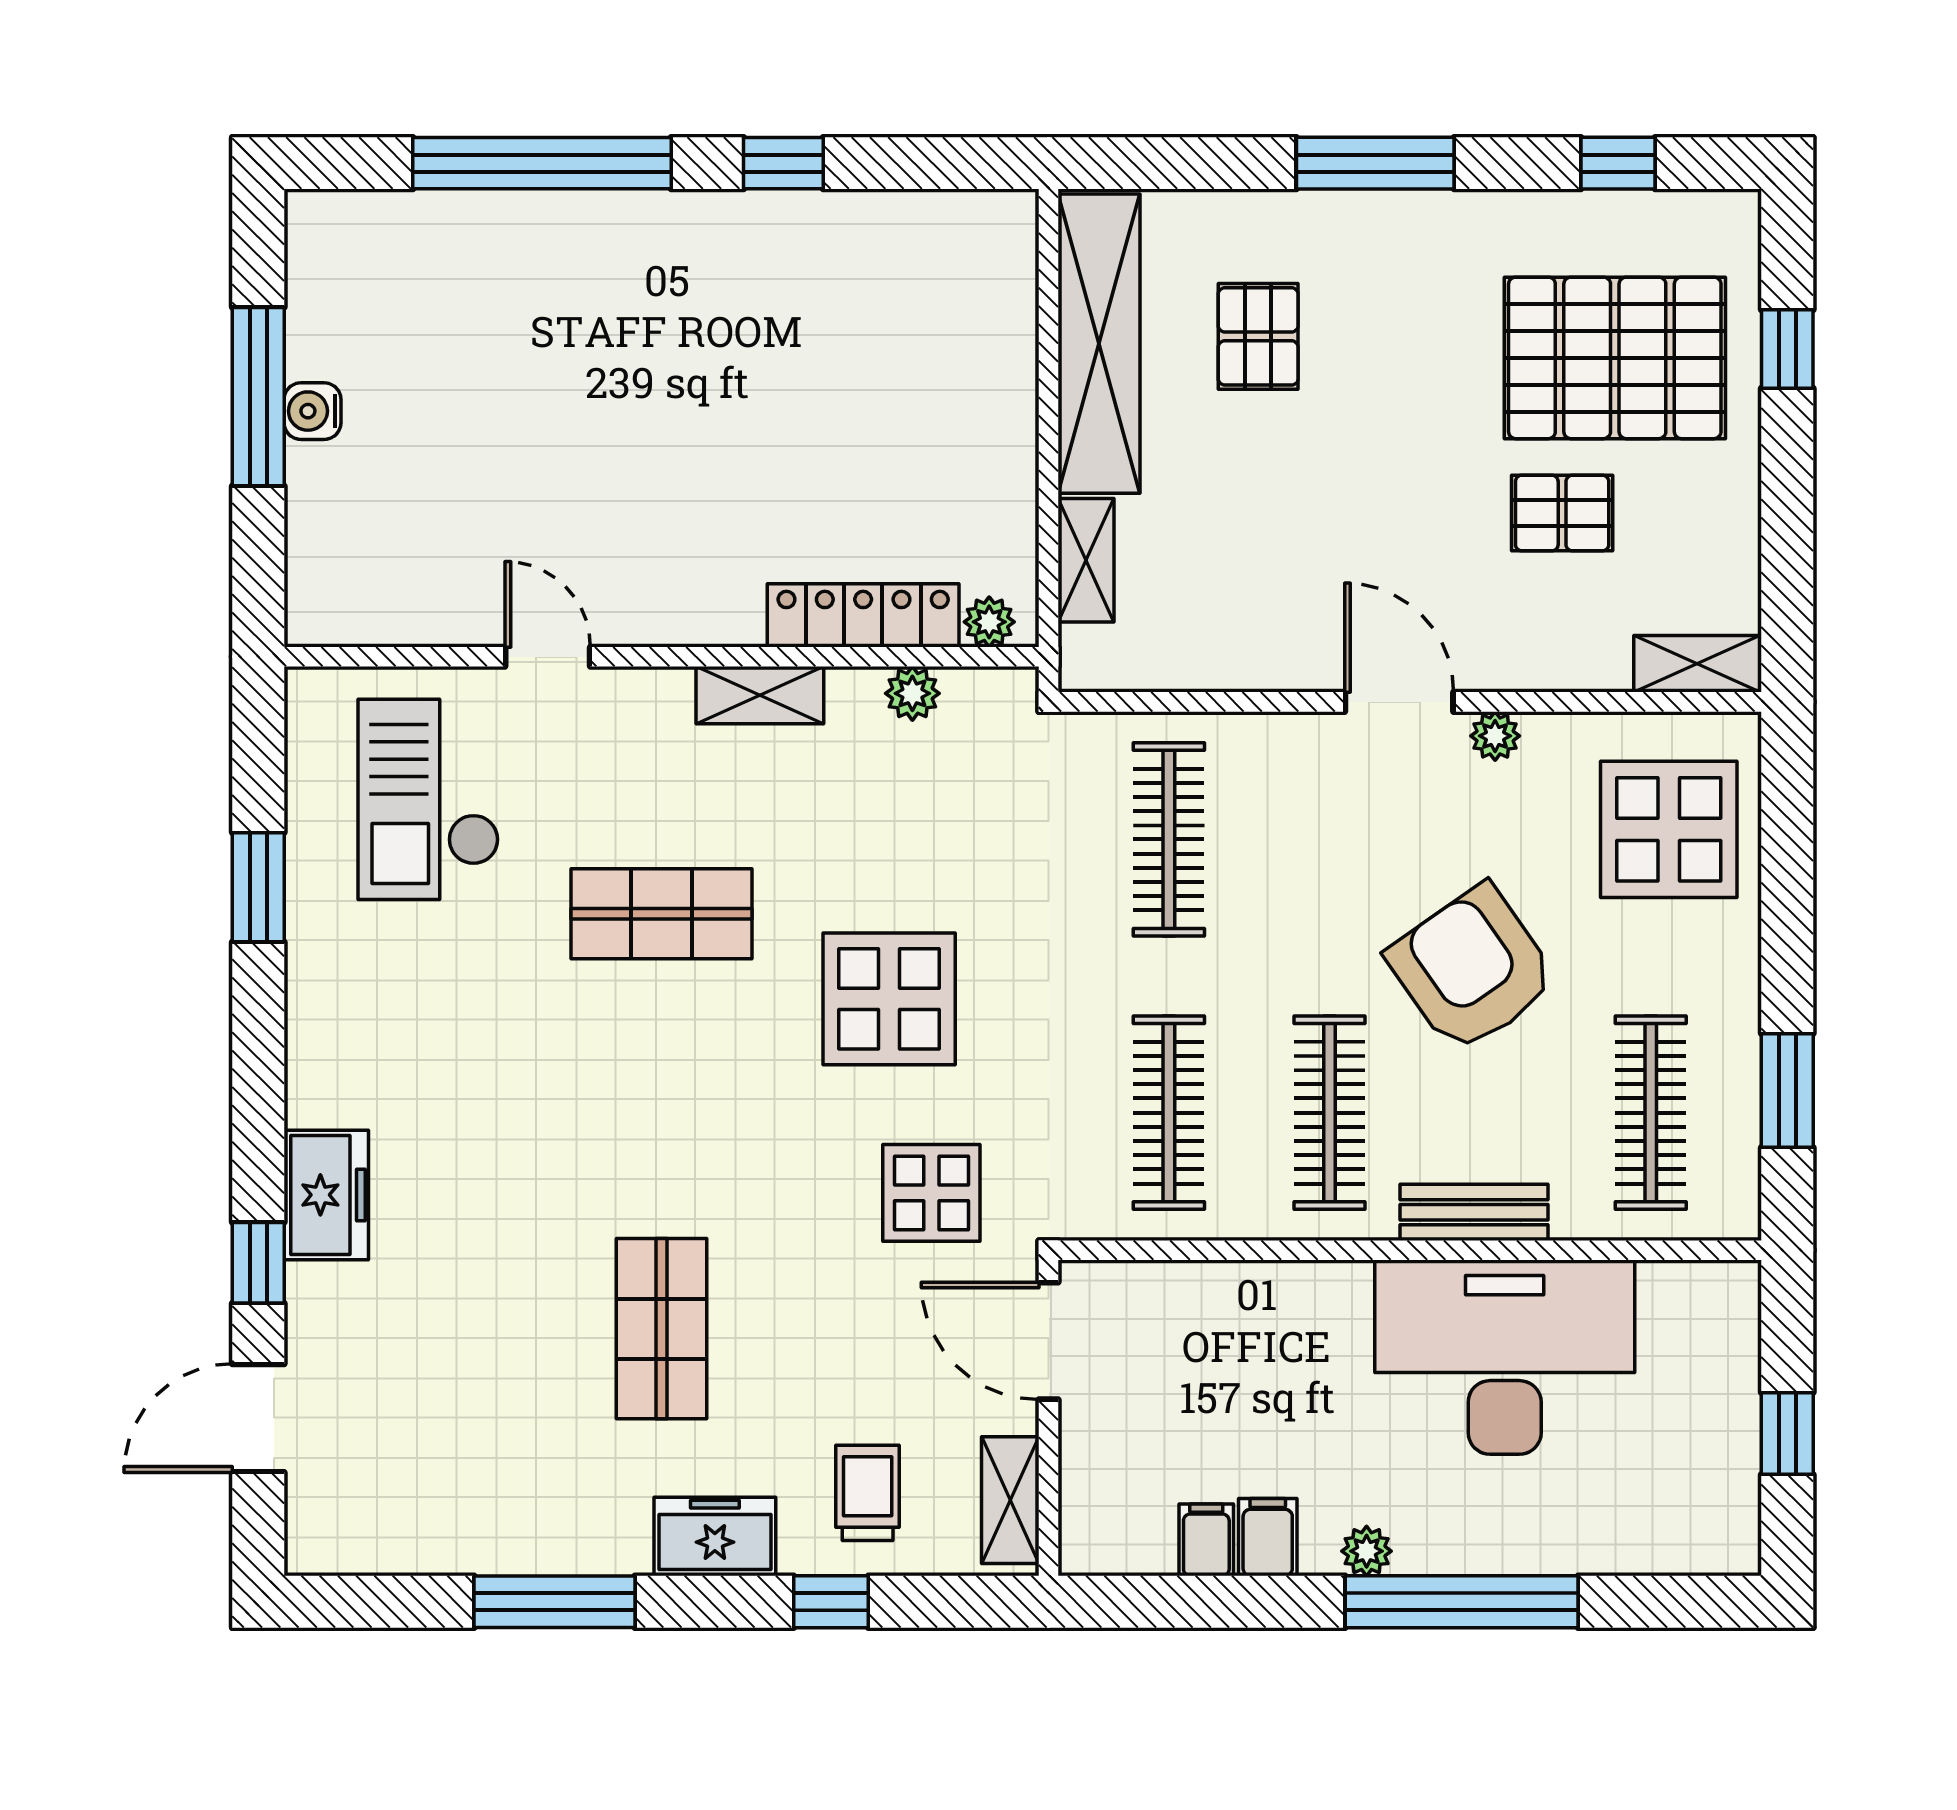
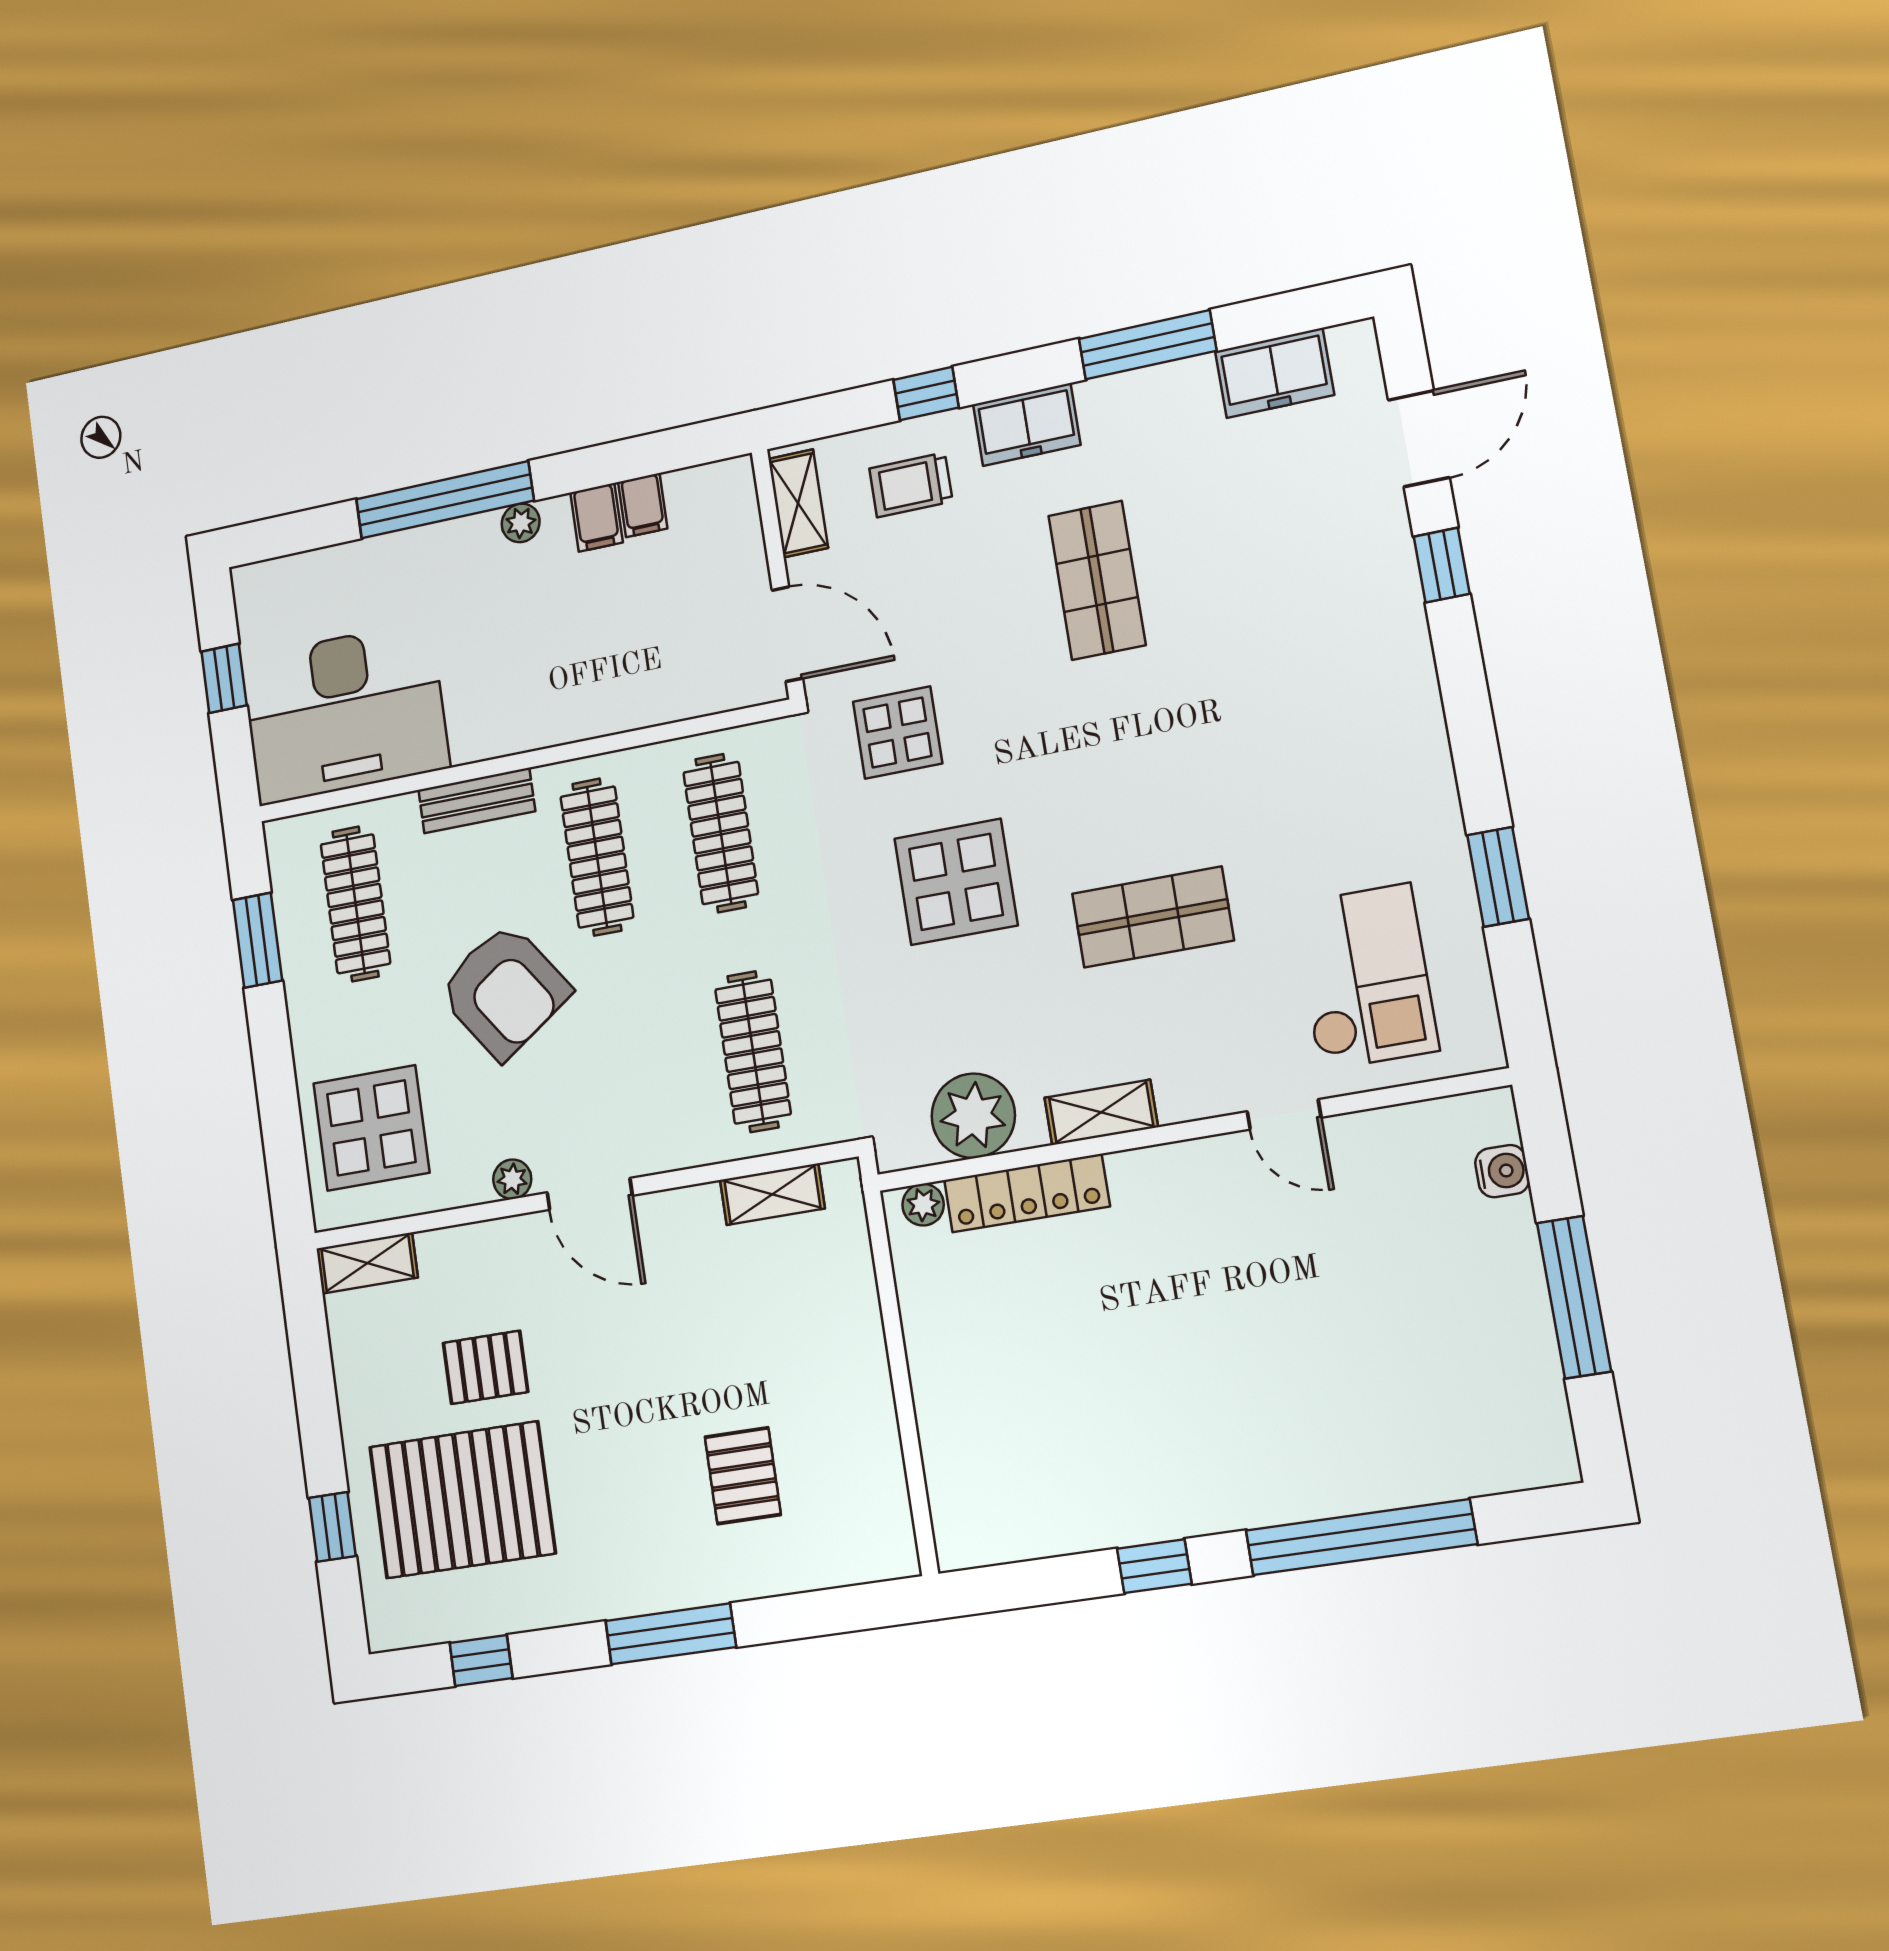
shelving: (1099, 344) -> (870, 1451), removed
water cooler: (313, 411) -> (1502, 1171), moved
shelving: (1086, 560) -> (772, 1194), moved, turned 90
plant: (912, 693) -> (973, 1116), width x1.88, depth x1.88
freezer: (326, 1195) -> (1274, 373), moved, turned -90
desk: (1505, 1357) -> (345, 713), moved
trolley: (868, 1493) -> (911, 485), turned 90

